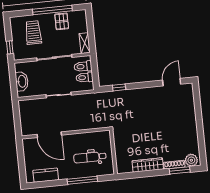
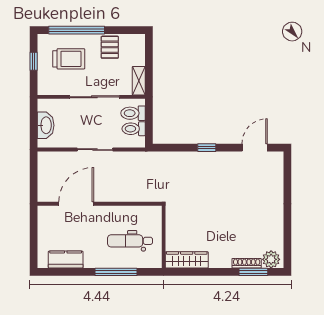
window: (52, 10) -> (77, 30), moved
trolley: (33, 33) -> (69, 59), turned 90
window: (10, 47) -> (34, 61), moved
window: (119, 87) -> (207, 148), moved
door: (49, 135) -> (76, 204), swing flipped
wardrobe: (148, 165) -> (187, 260), moved

